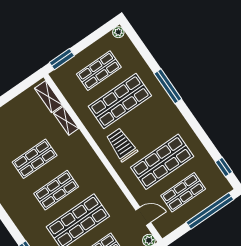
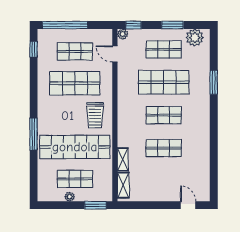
plant: (118, 32) -> (70, 197), moved
shop shelf: (120, 101) -> (75, 147), width x1.40

